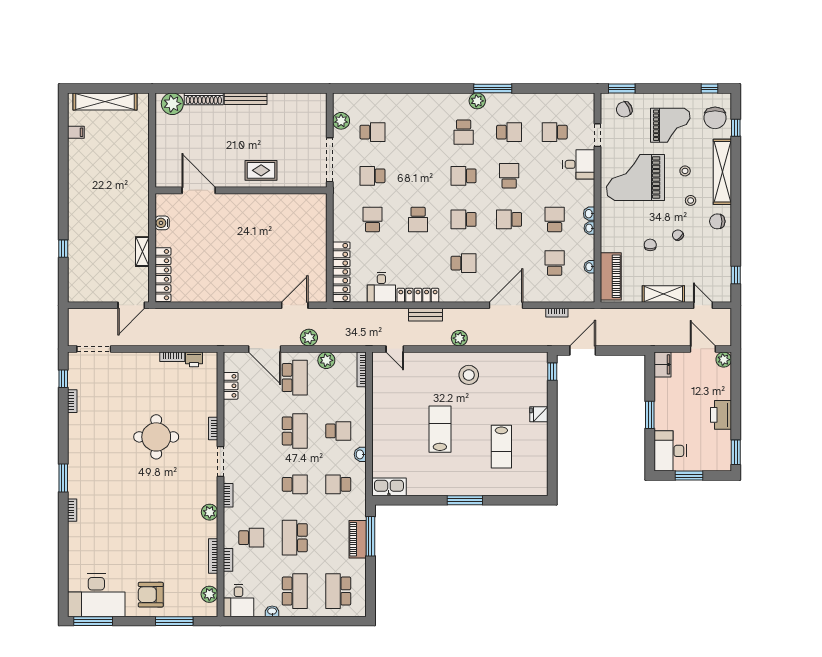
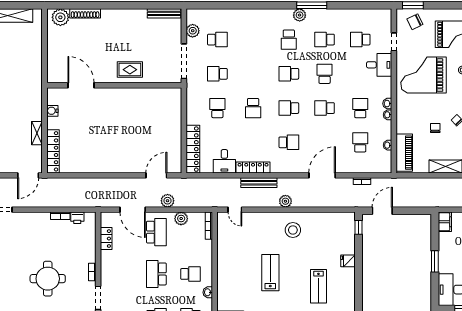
bench: (246, 99) -> (164, 13), moved
school desk: (509, 132) -> (325, 40), turned 180
bench: (425, 315) -> (259, 183), width x1.36
school desk: (295, 431) -> (156, 274), turned 180

